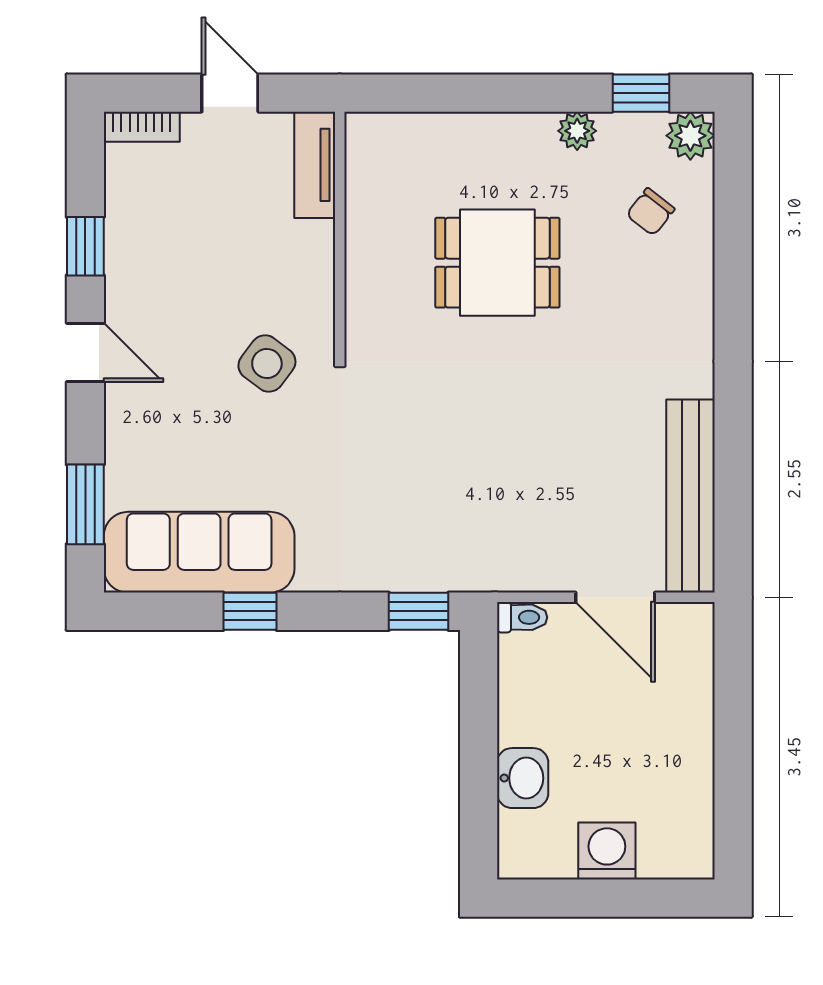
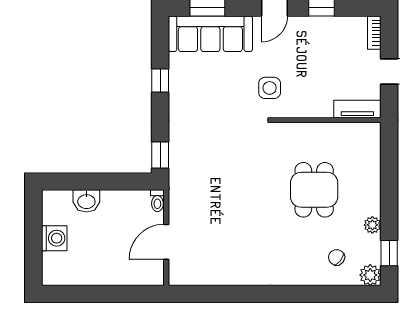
side table: (267, 364) -> (270, 88), turned -37
bench: (690, 496) -> (211, 275), removed
sofa: (199, 552) -> (210, 34), moved, turned 90

